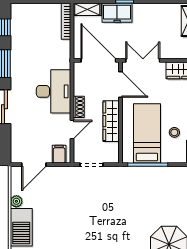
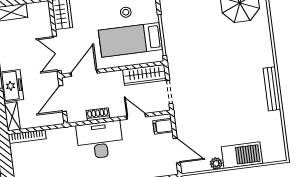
door: (98, 60) -> (63, 99), width x0.73
shoe rack: (79, 107) -> (98, 114), moved
wardrobe: (111, 121) -> (144, 75), moved

